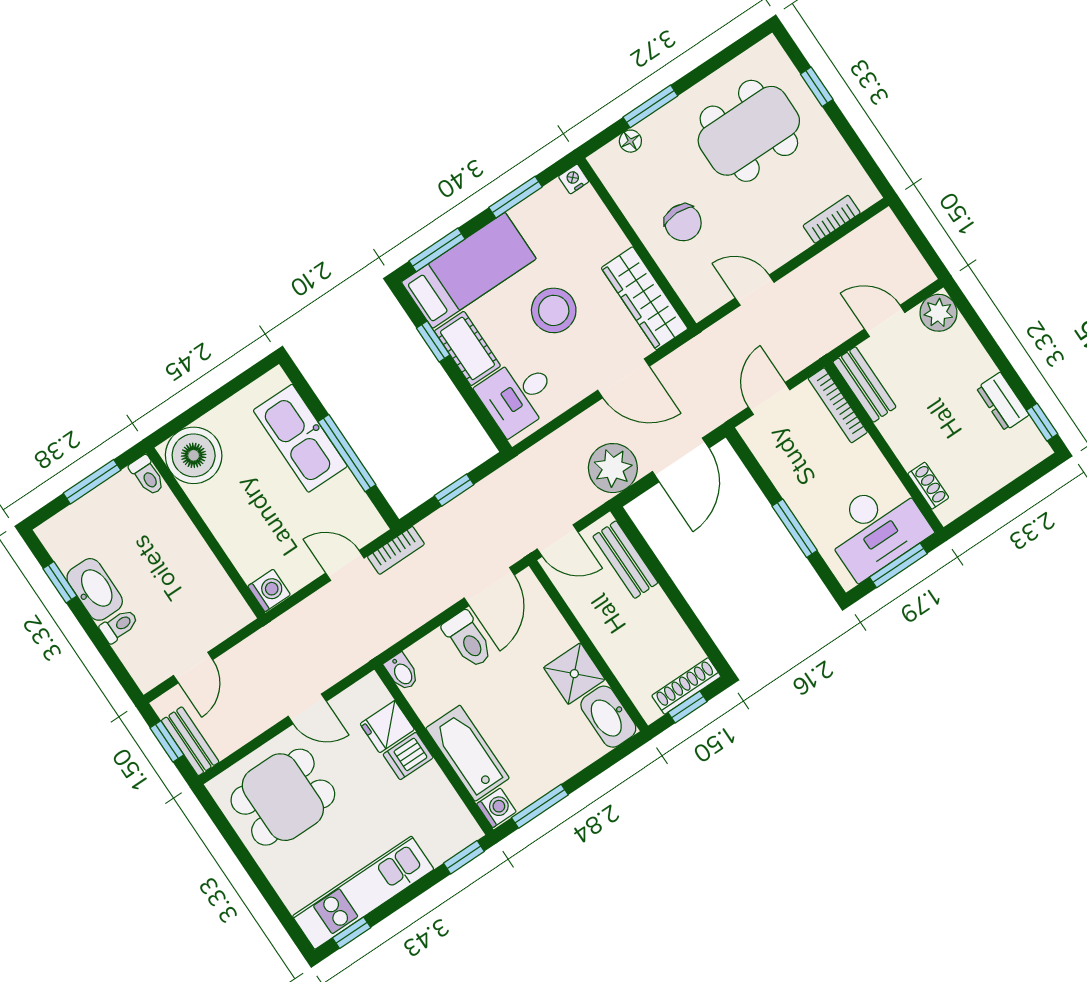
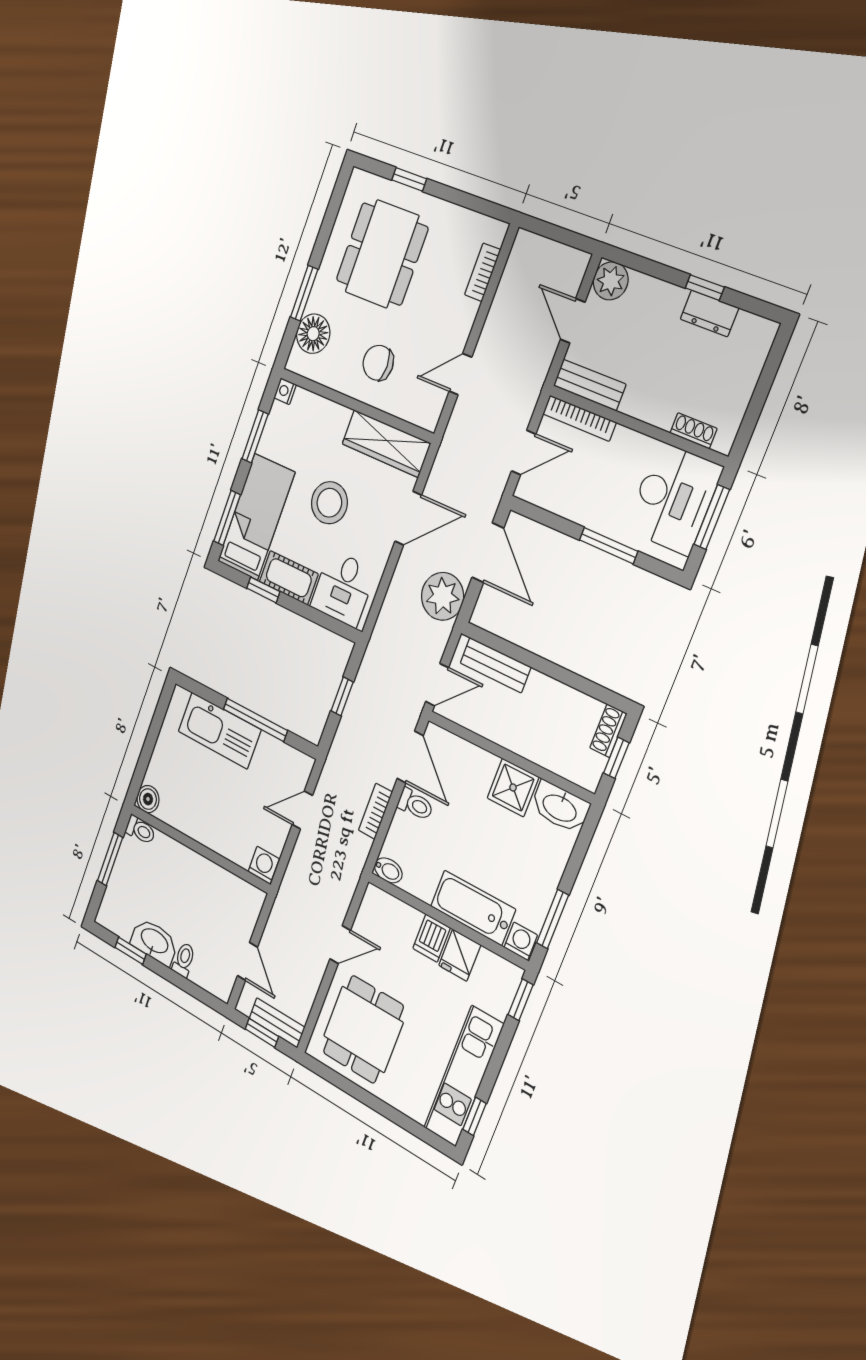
floor lamp: (630, 141) -> (313, 334), width x1.89, depth x1.89
chair: (683, 223) -> (378, 363), turned 180
door: (885, 321) -> (573, 321), hinge flipped
door: (769, 398) -> (524, 453), swing flipped
window: (1042, 422) -> (705, 288), moved
boiler: (194, 455) -> (148, 799), width x0.54, depth x0.54
bookcase: (396, 550) -> (375, 811), moved, turned 180
toilet: (468, 639) -> (415, 804), width x0.73, depth x0.72
shoe rack: (686, 686) -> (608, 731), width x0.70
fridge: (387, 727) -> (460, 955), moved

